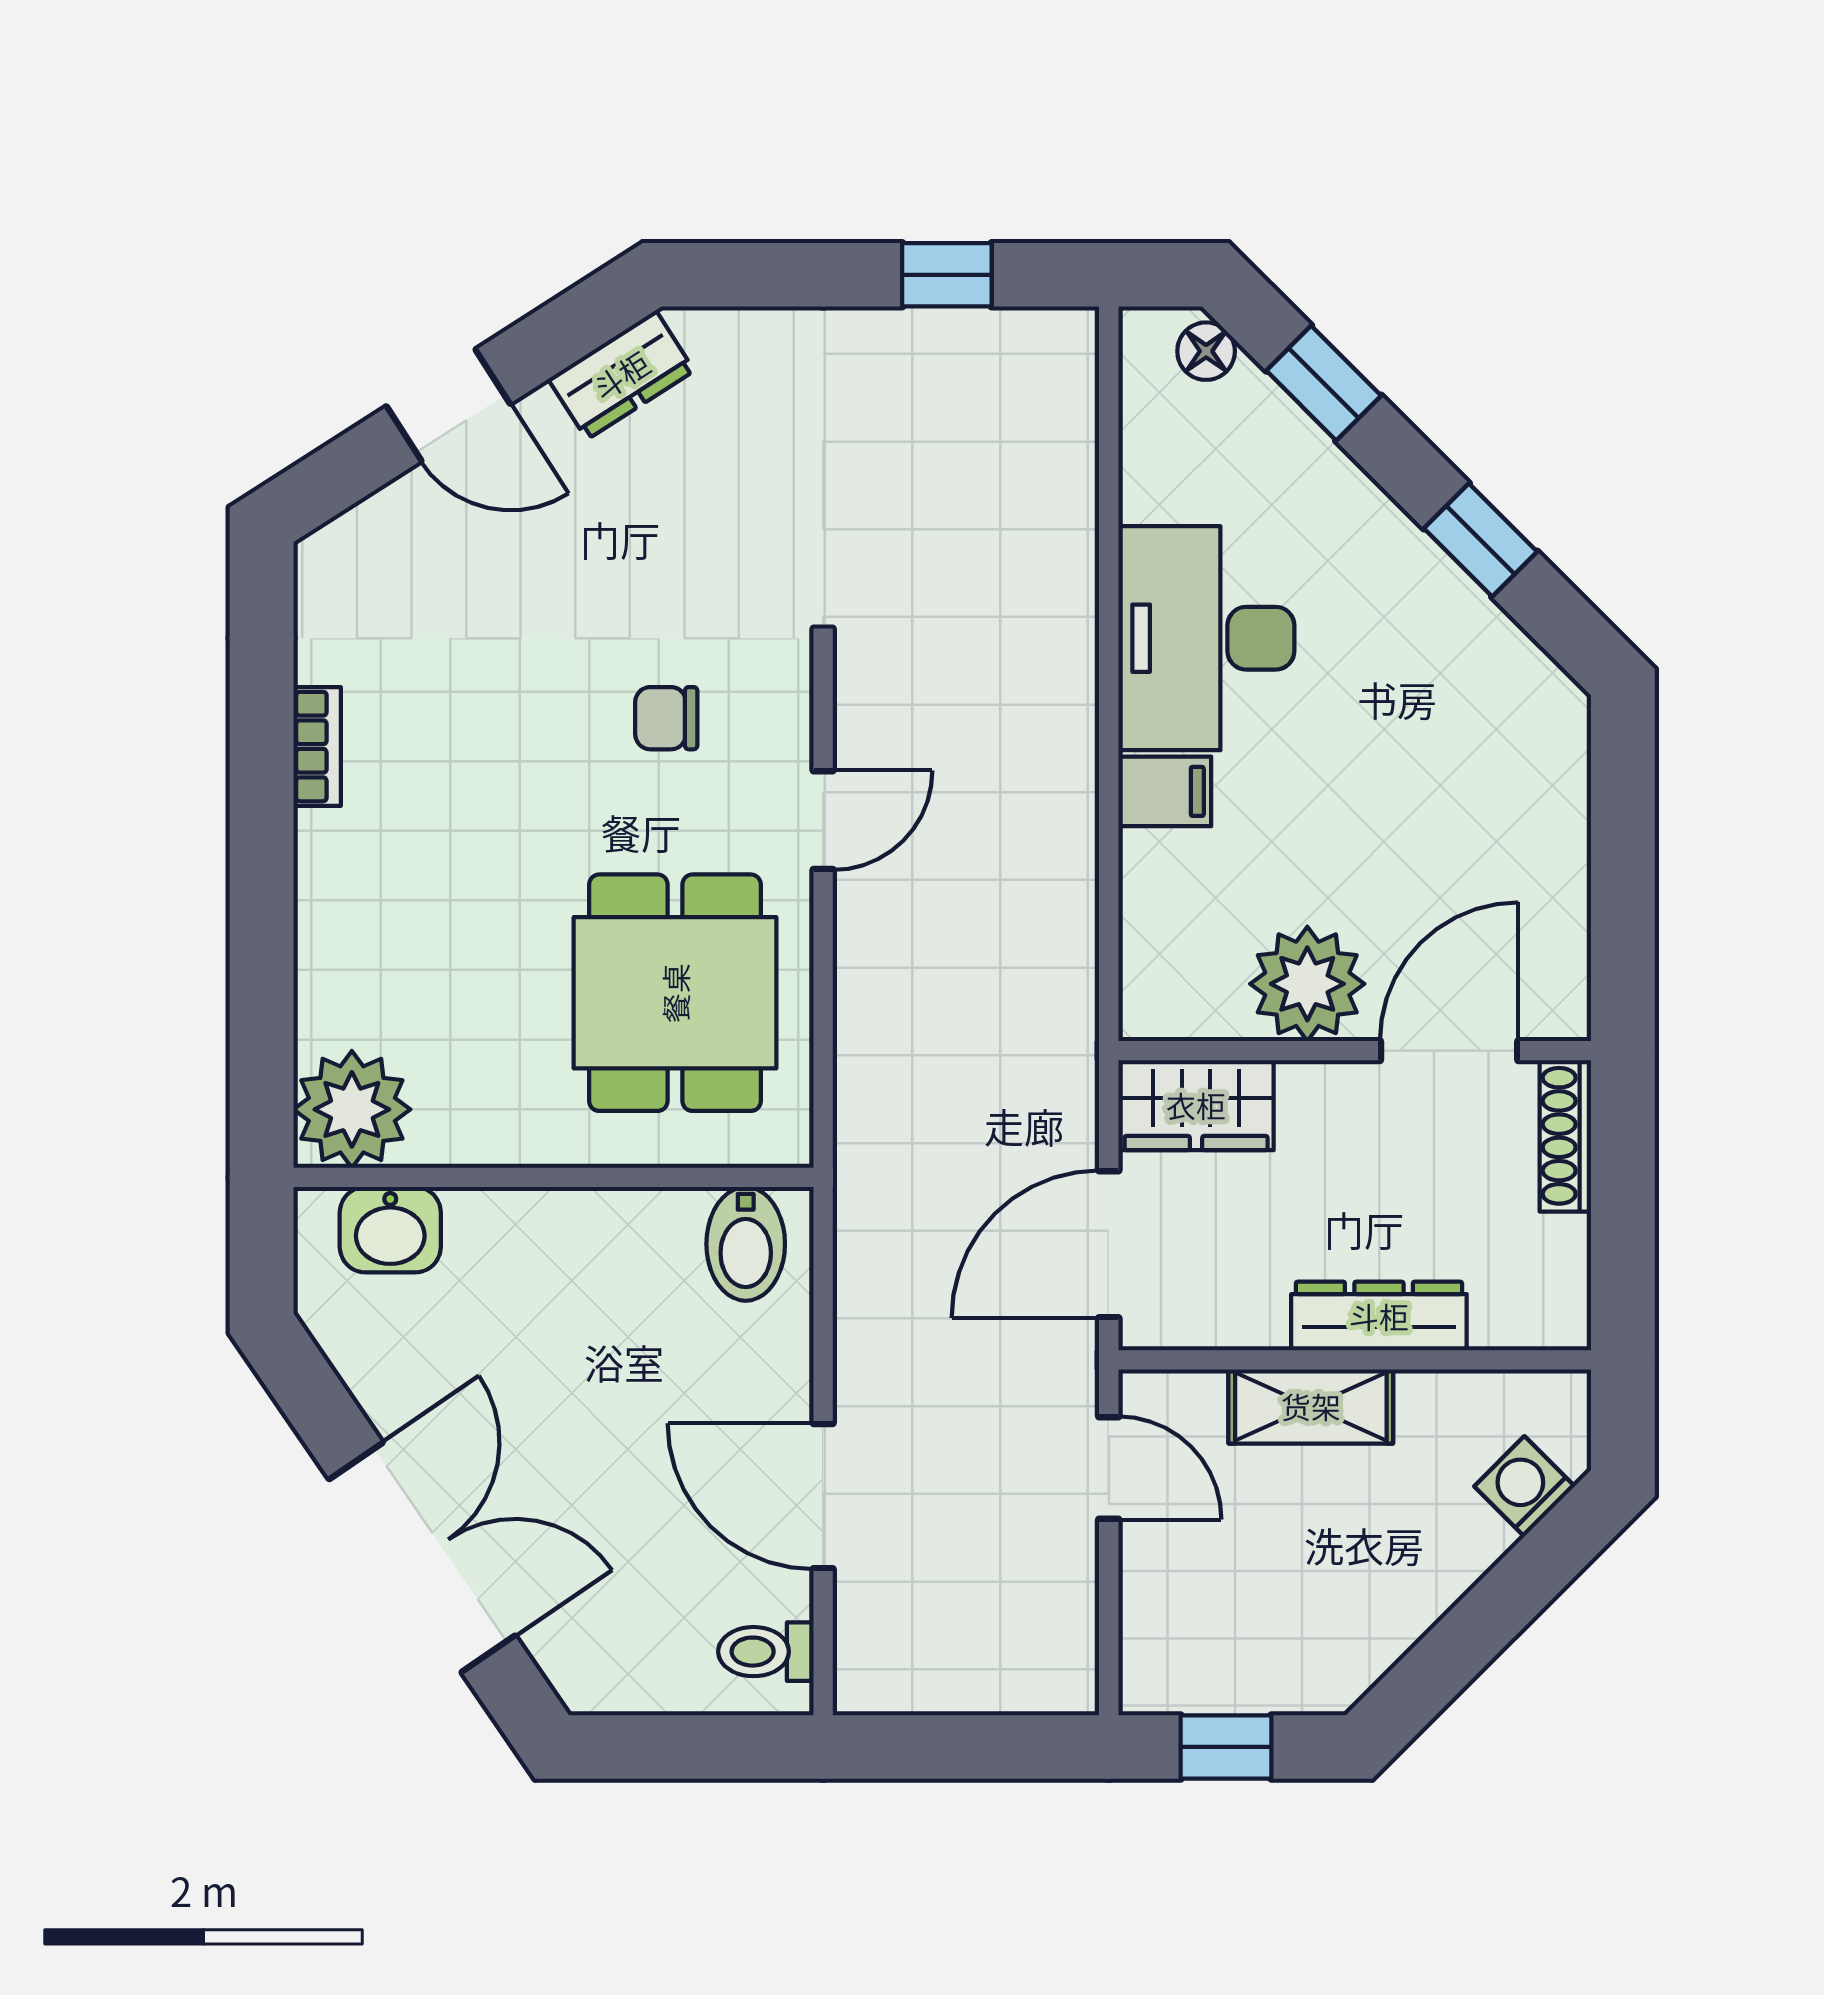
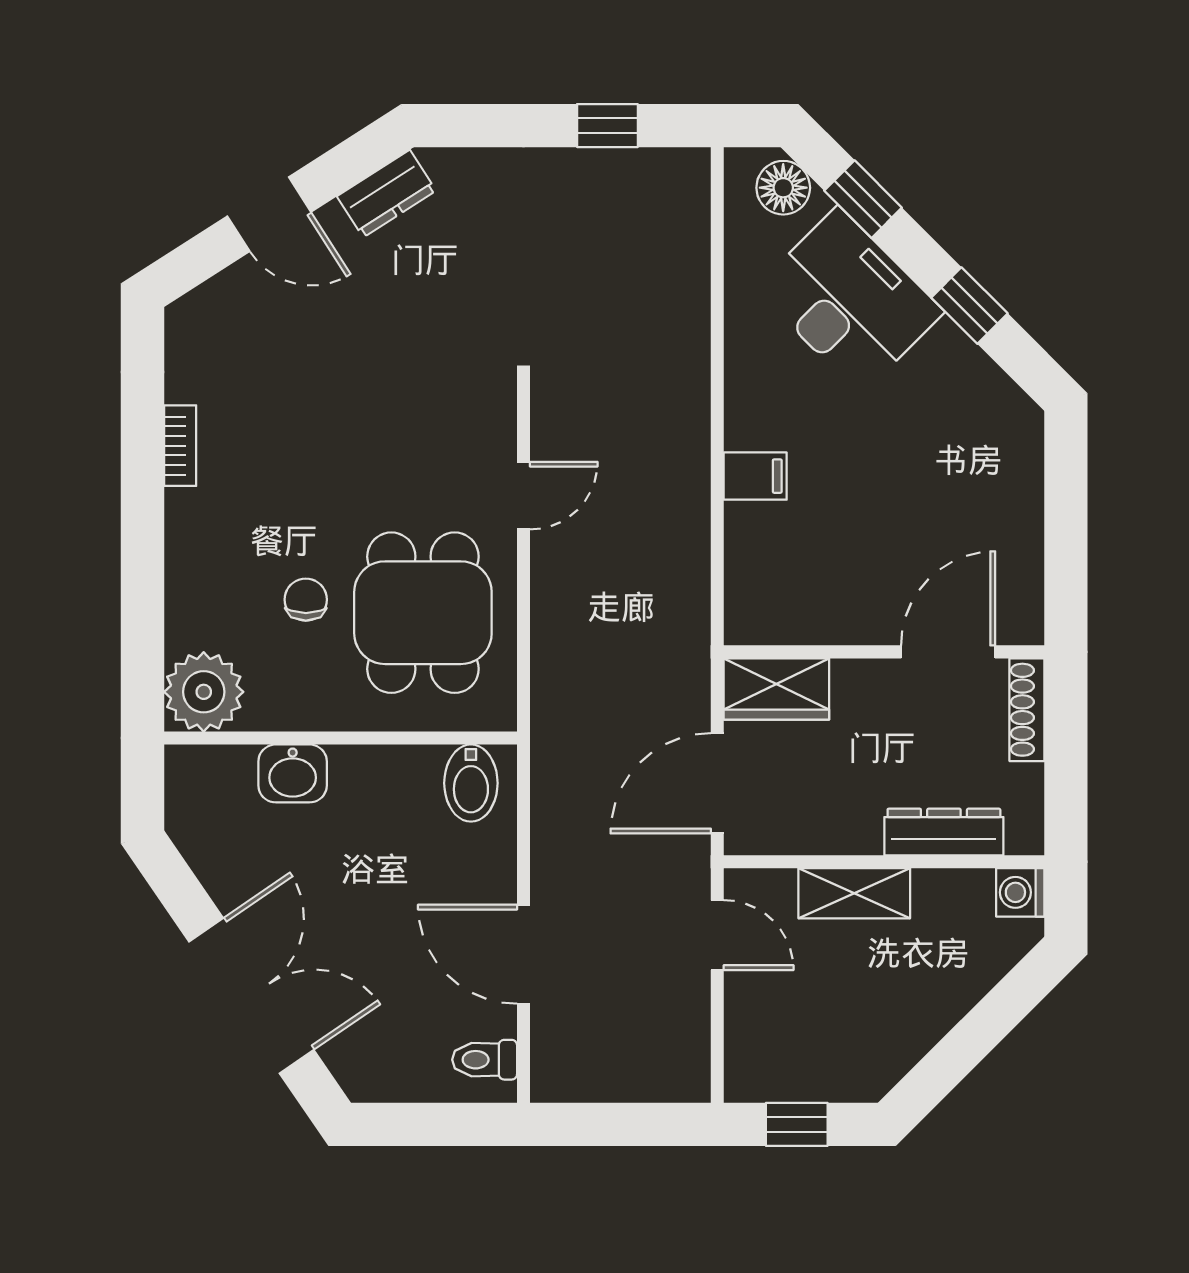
floor lamp: (1206, 351) -> (783, 188), width x1.37, depth x1.37
desk: (1206, 638) -> (849, 300), moved, turned 135
chair: (666, 718) -> (306, 600), moved, turned 90
plant: (1307, 984) -> (852, 607), removed
washbasin: (390, 1230) -> (293, 773), moved
dresser: (1379, 1316) -> (944, 832), moved
washing machine: (1524, 1486) -> (1020, 892), moved, turned -45

